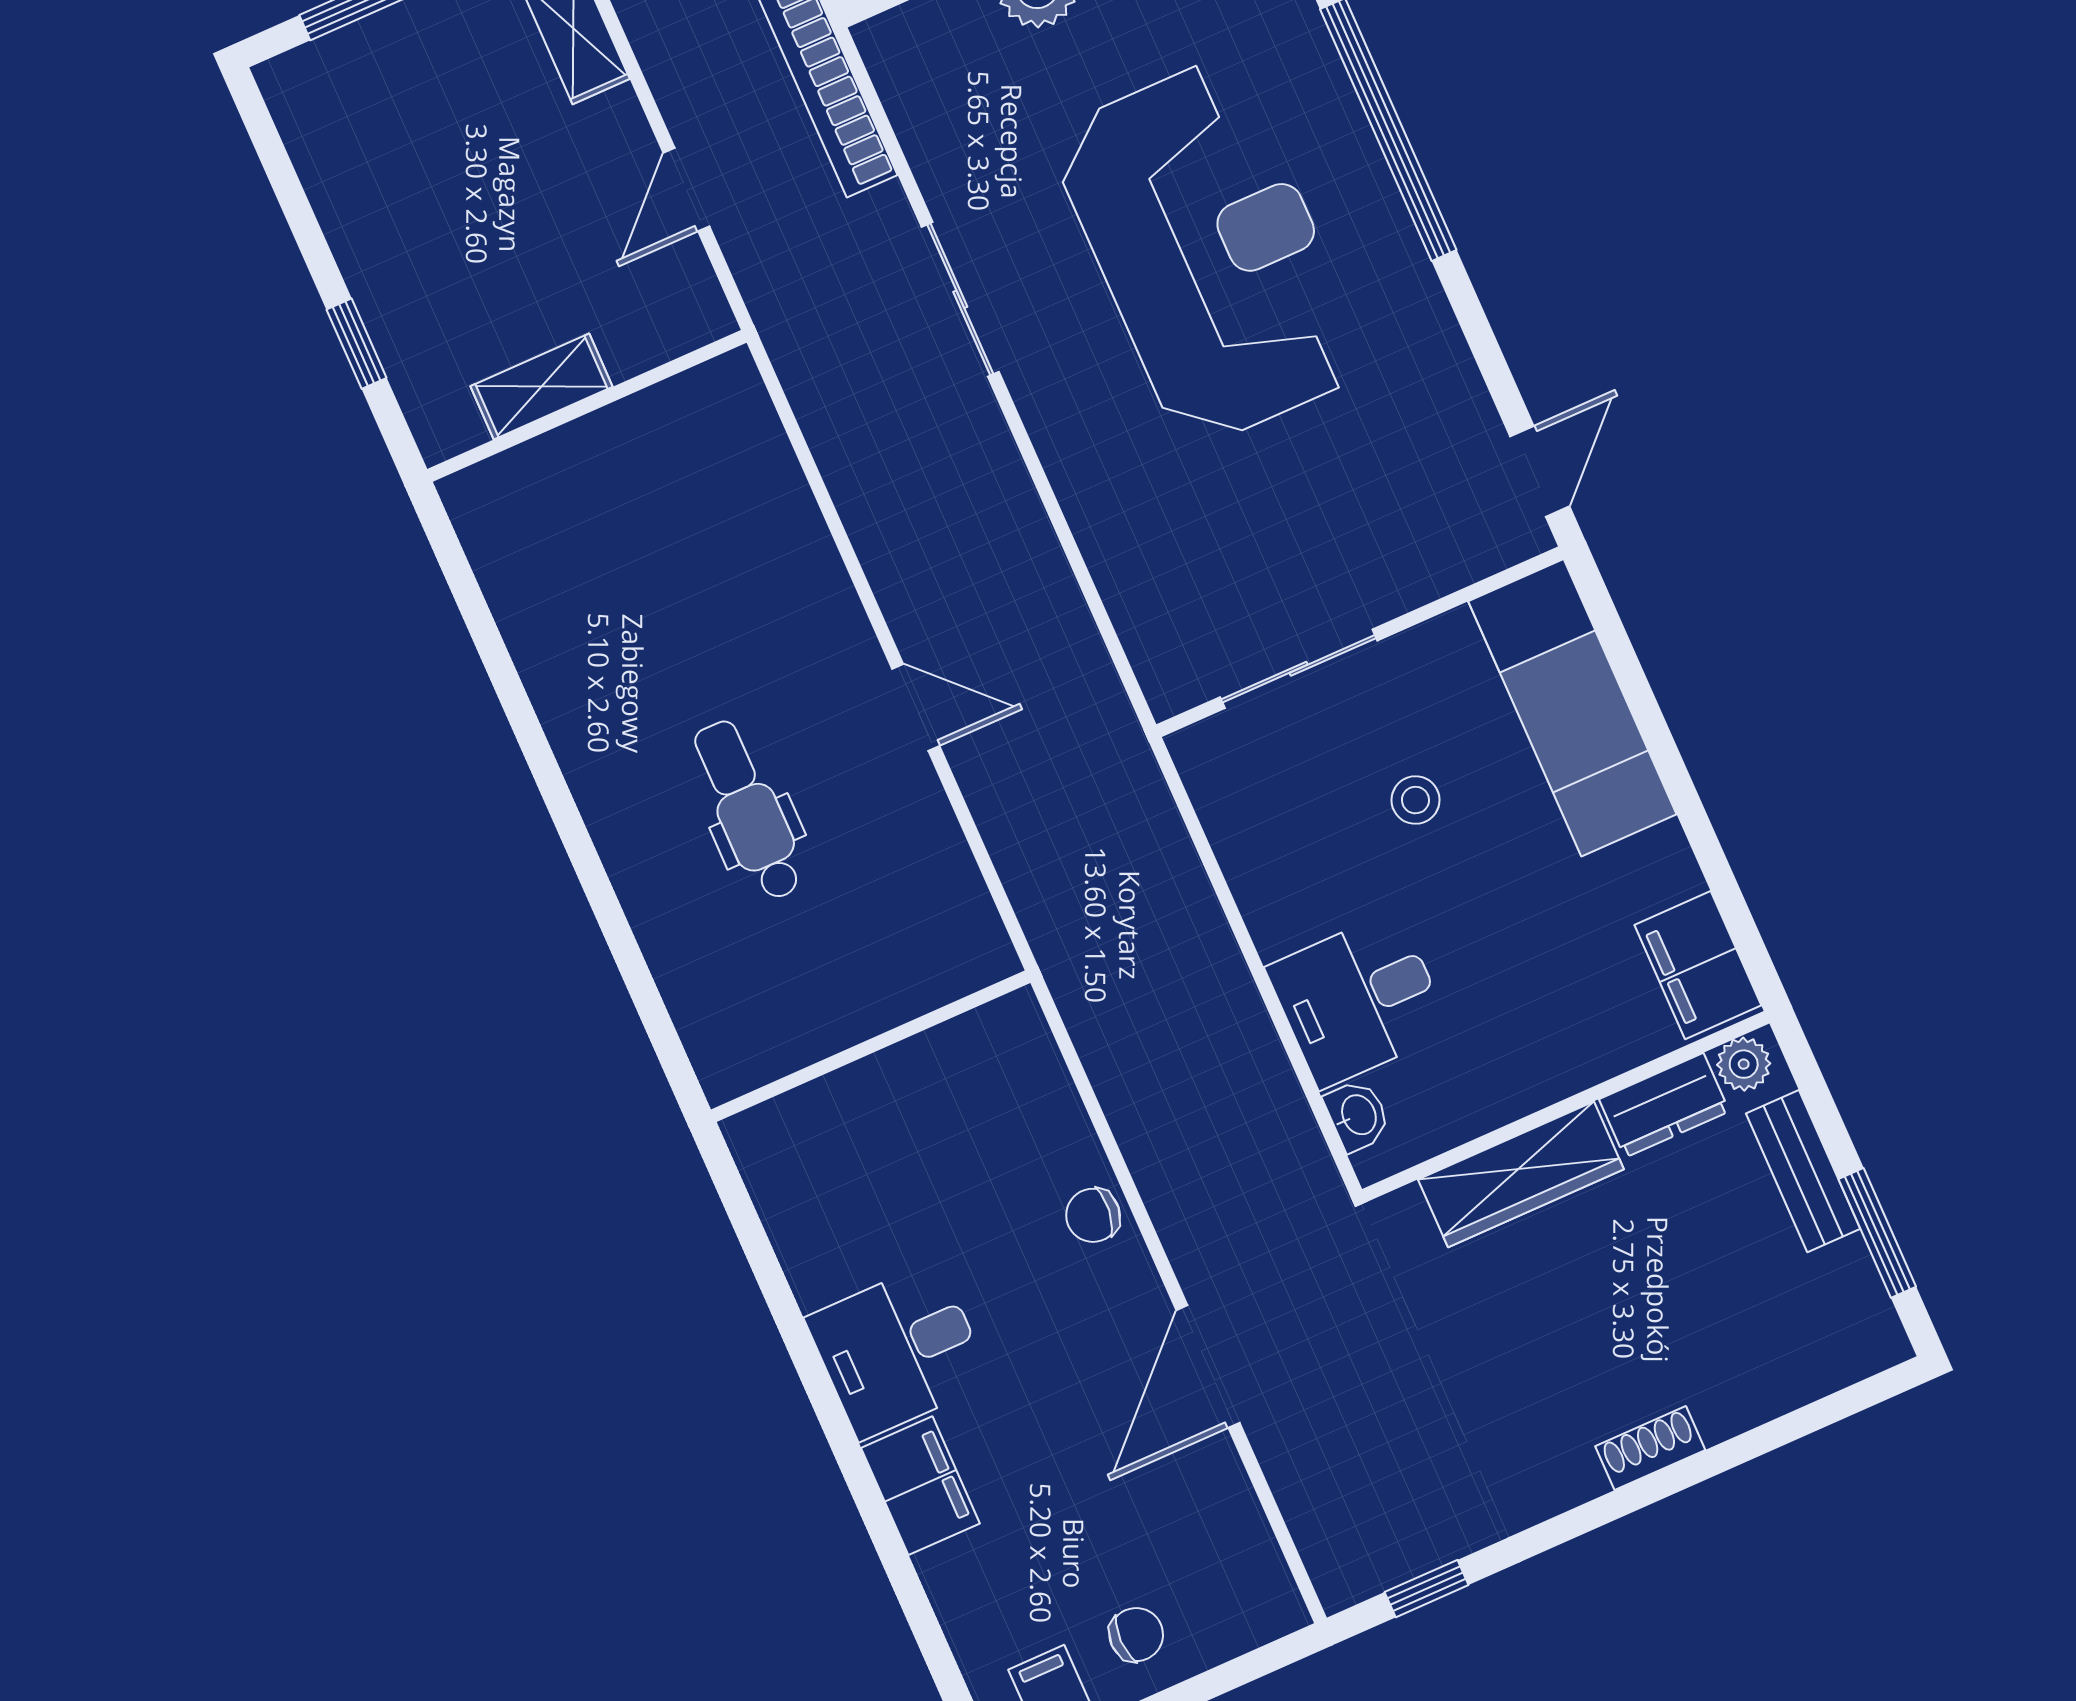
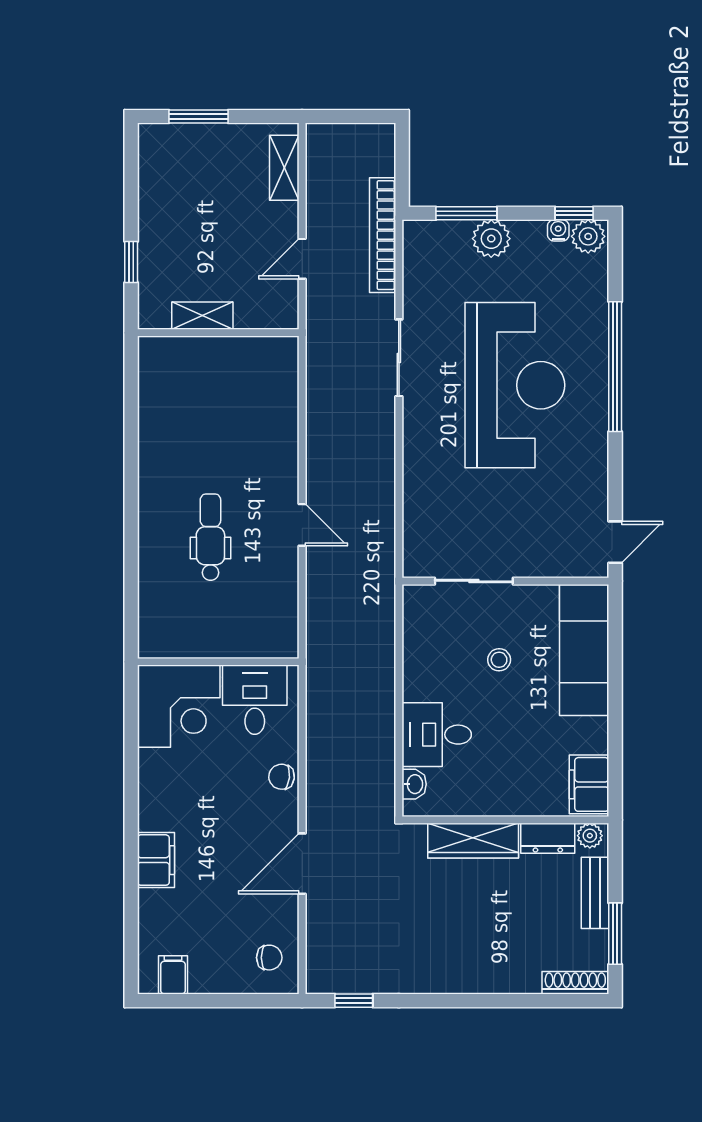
corner desk: (832, 1167) -> (179, 706), added
desk: (899, 1350) -> (255, 700), moved, turned 90
shoe rack: (1650, 1448) -> (575, 983), moved, width x1.43
chair: (1136, 1635) -> (269, 958), moved

